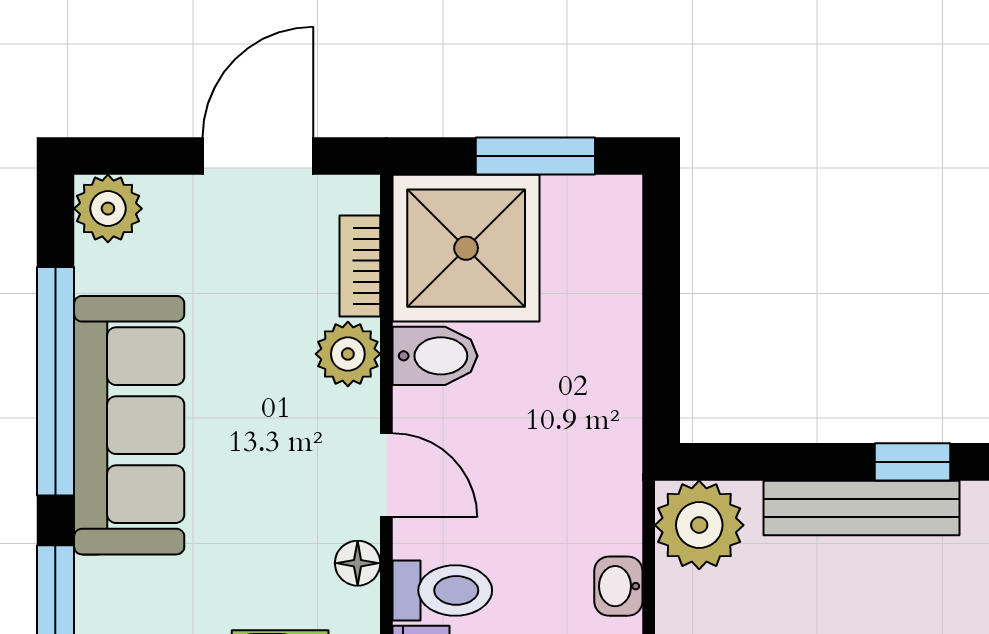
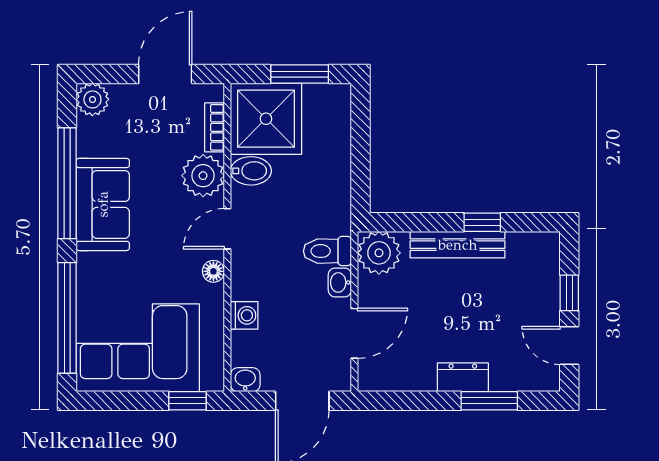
plant: (348, 354) -> (203, 176), width x1.36, depth x1.36
sofa: (129, 425) -> (103, 204), width x0.73
door: (386, 475) -> (227, 229), swing flipped
toilet: (442, 590) -> (327, 251), moved, turned 180

